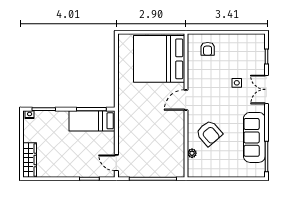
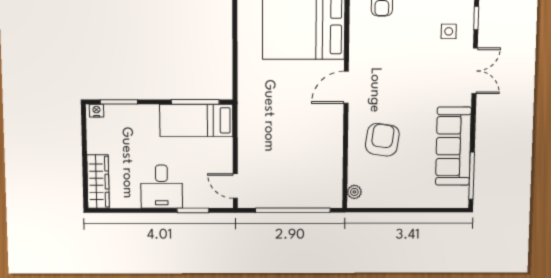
side table: (237, 83) -> (449, 31), moved
double door: (266, 89) -> (475, 71), swing flipped
armchair: (209, 133) -> (382, 140), turned -131
plant: (192, 153) -> (354, 192), moved
desk: (70, 163) -> (162, 187), added

